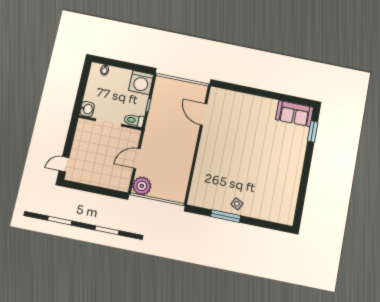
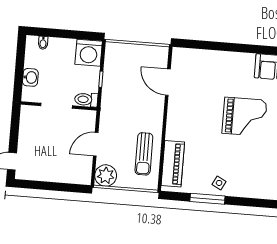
washbasin: (87, 109) -> (30, 77), moved
grand piano: (264, 151) -> (244, 117), added
sun lounger: (176, 172) -> (144, 154), added
piano: (200, 183) -> (173, 164), added

